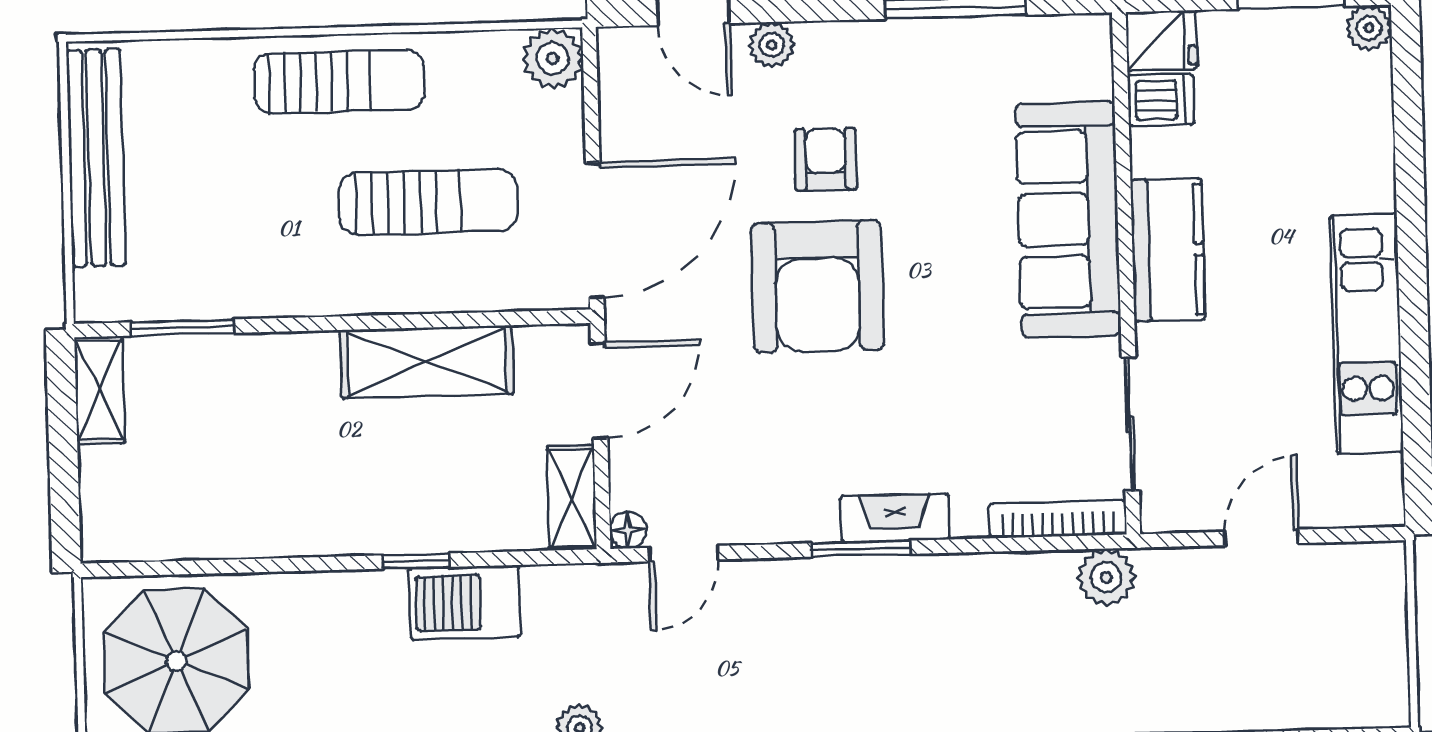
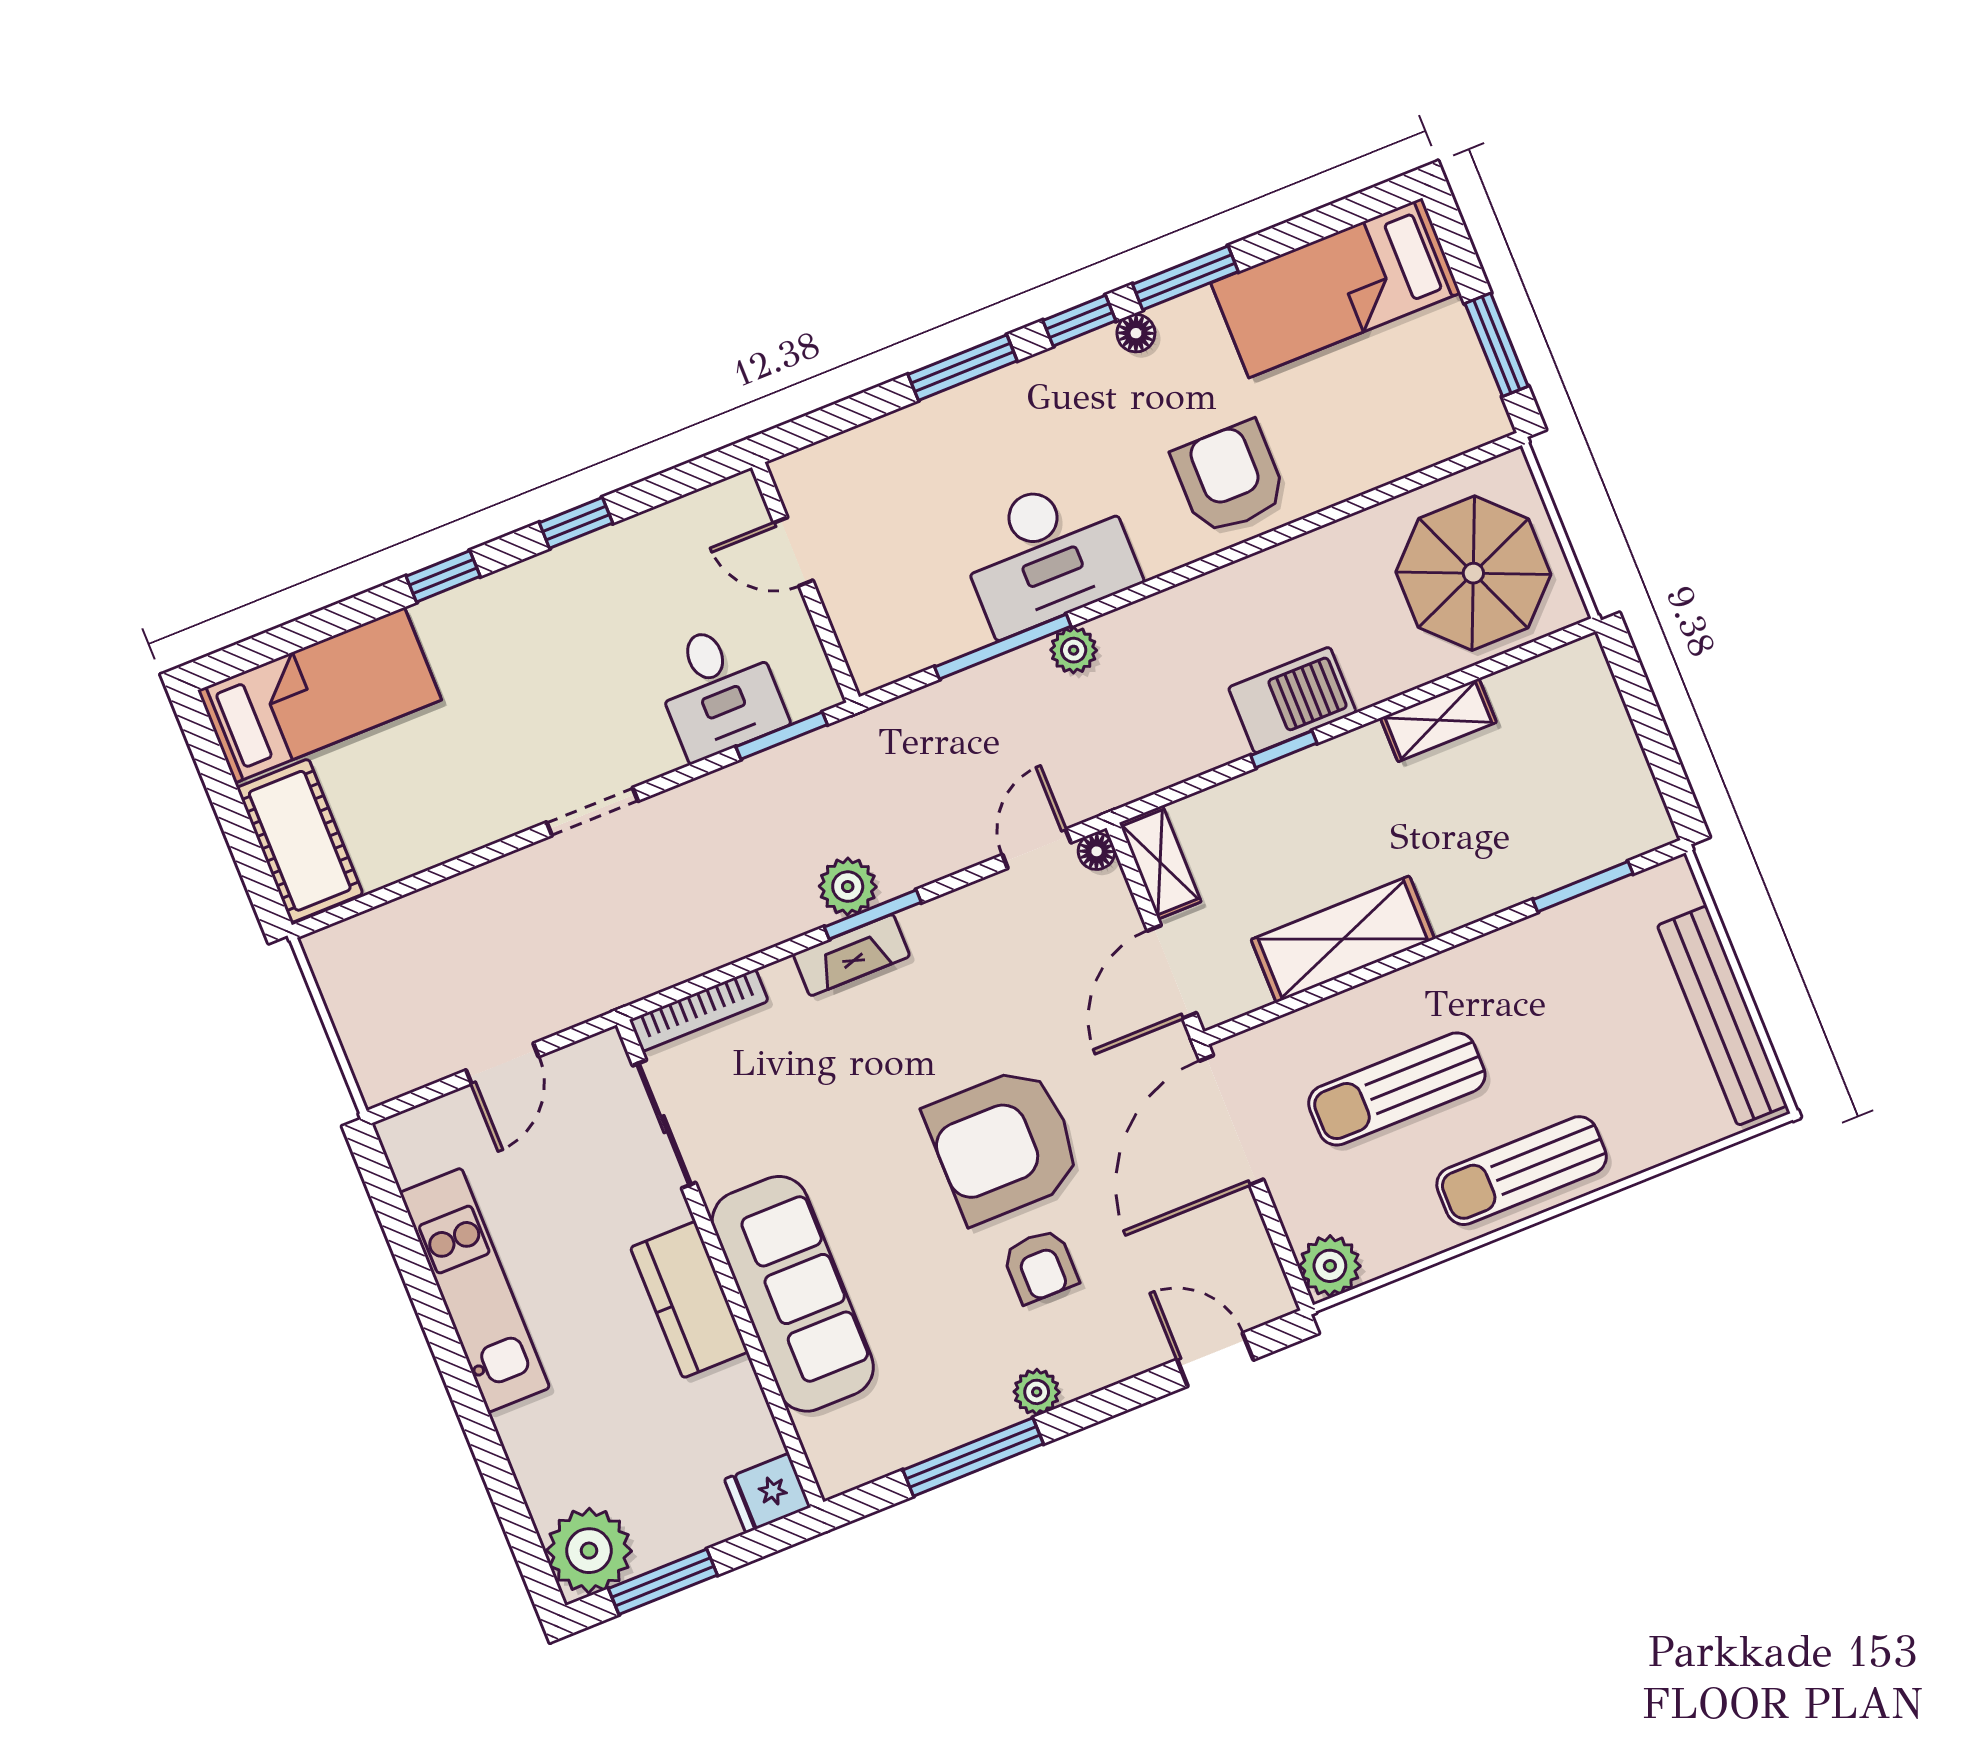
plant: (1369, 28) -> (589, 1551), width x1.88, depth x1.88
plant: (772, 45) -> (1037, 1392), moved
dishwasher: (1161, 100) -> (747, 1437), removed
armchair: (817, 287) -> (1004, 1144), turned -90
shelving: (100, 390) -> (1438, 720), moved, turned 90
plant: (1106, 577) -> (848, 887), moved
barbecue: (465, 602) -> (1292, 700), moved

